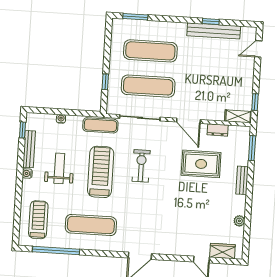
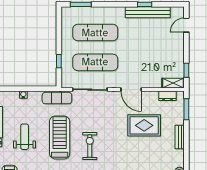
dresser: (218, 130) -> (168, 96), moved
exercise bike: (141, 166) -> (90, 146), moved

